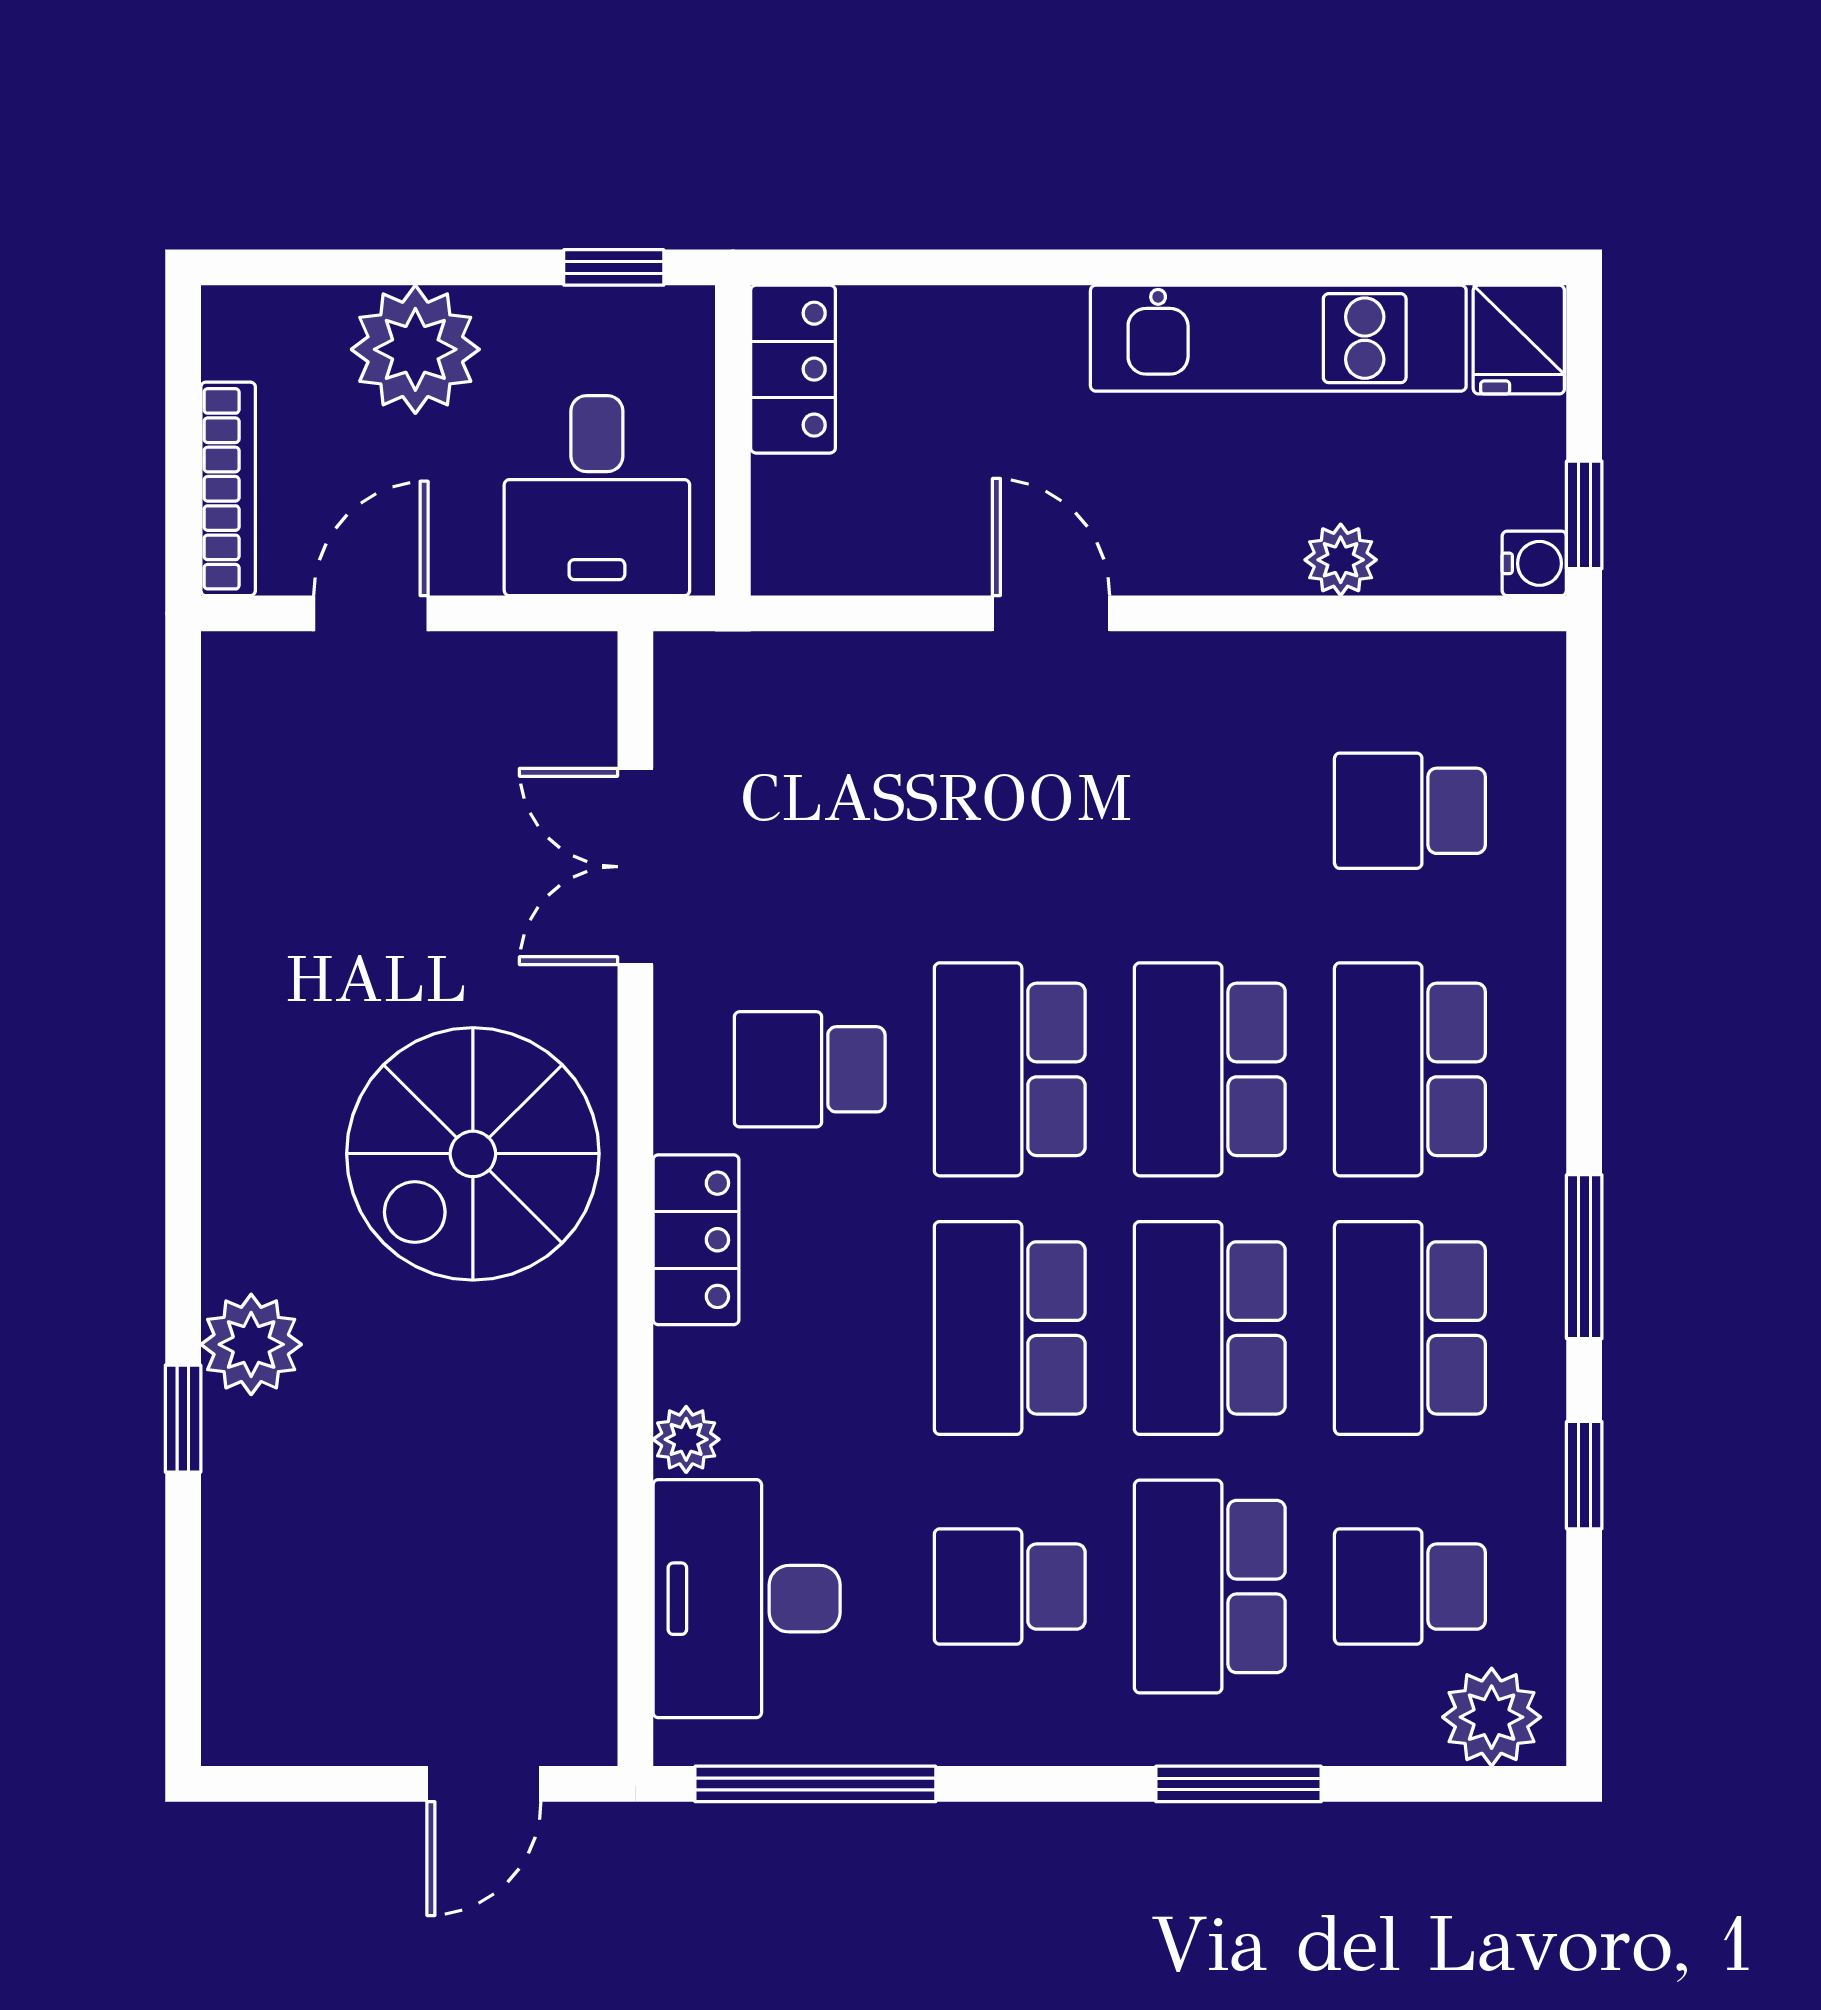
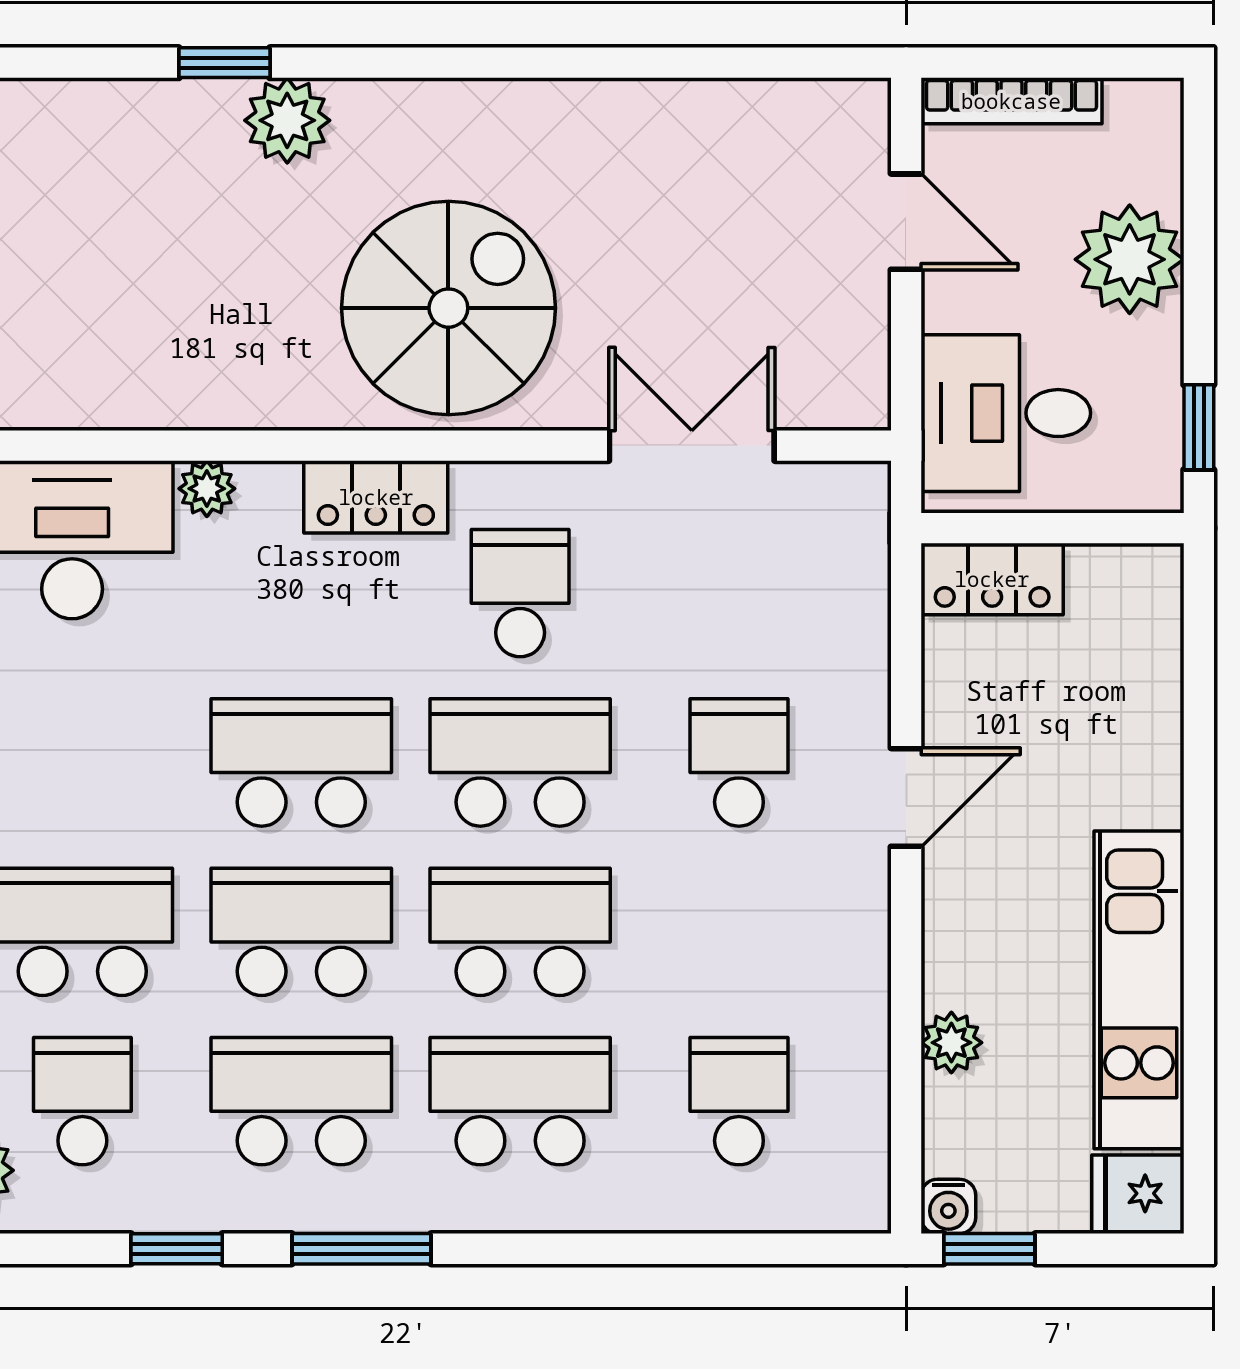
locker: (793, 369) -> (992, 579), moved
spiral stairs: (473, 1154) -> (448, 308), turned 90
school desk: (1010, 1587) -> (739, 762), moved

